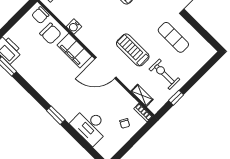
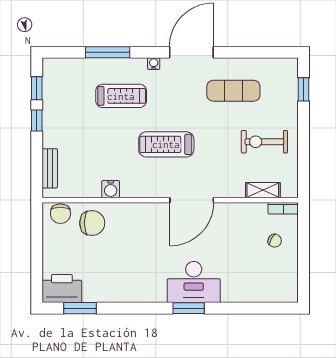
treadmill: (133, 50) -> (166, 144), moved
filing cabinet: (74, 51) -> (138, 215), removed
window: (176, 98) -> (303, 89), moved
desk: (90, 126) -> (194, 282), moved

